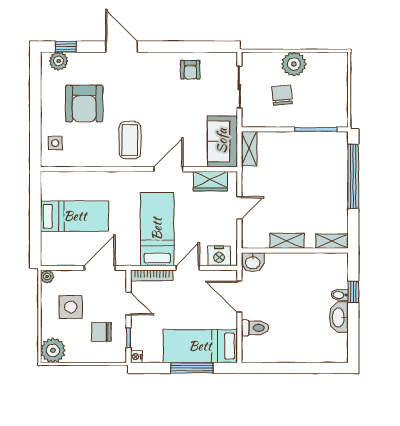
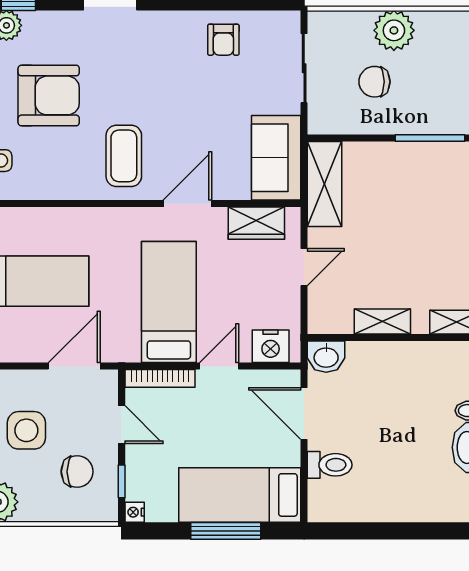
chair: (282, 95) -> (374, 82), turned -85
armchair: (84, 104) -> (49, 95), turned -90
shelving: (249, 149) -> (325, 184), width x1.50, depth x1.33
chair: (101, 332) -> (77, 472), turned 180

